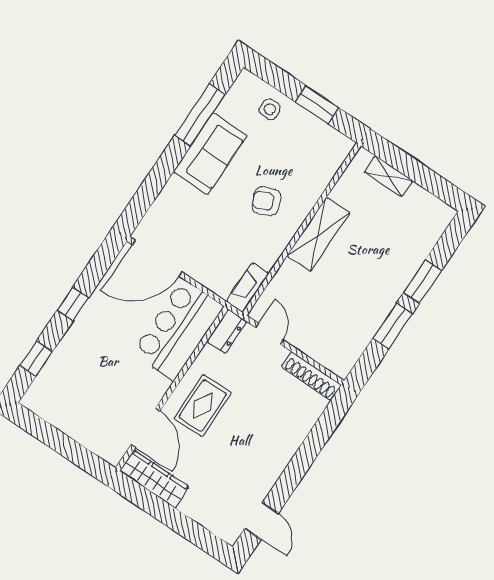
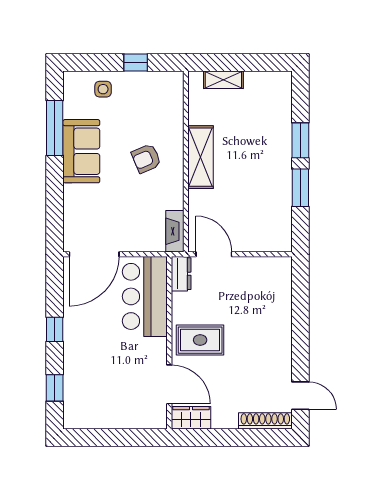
window: (317, 105) -> (136, 63), width x0.67
door: (270, 334) -> (214, 254), width x1.38
shoe rack: (311, 376) -> (265, 421), moved, turned 180
rug: (203, 406) -> (200, 340), turned 90
wardrobe: (154, 479) -> (191, 418), width x0.67

